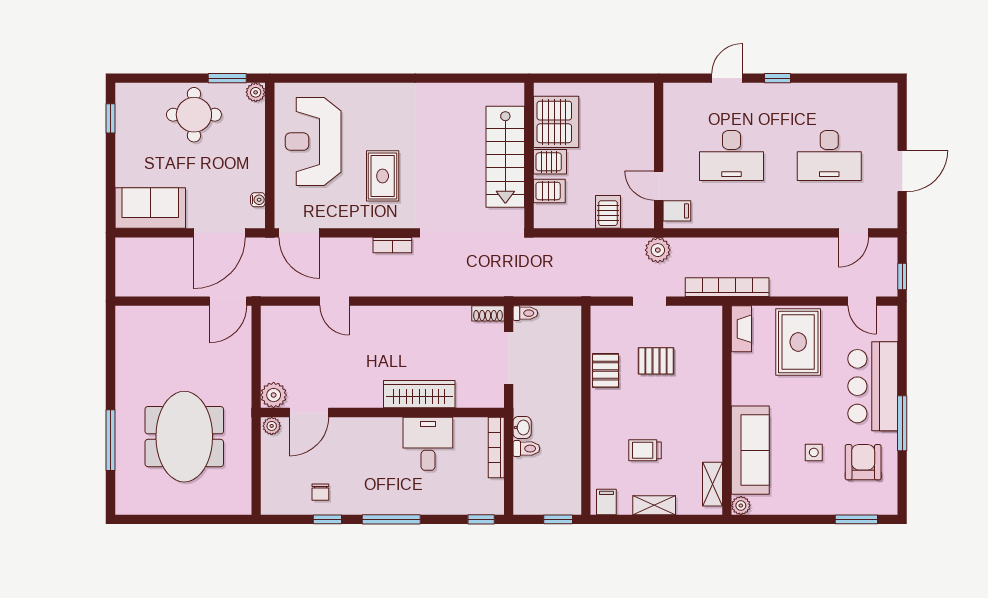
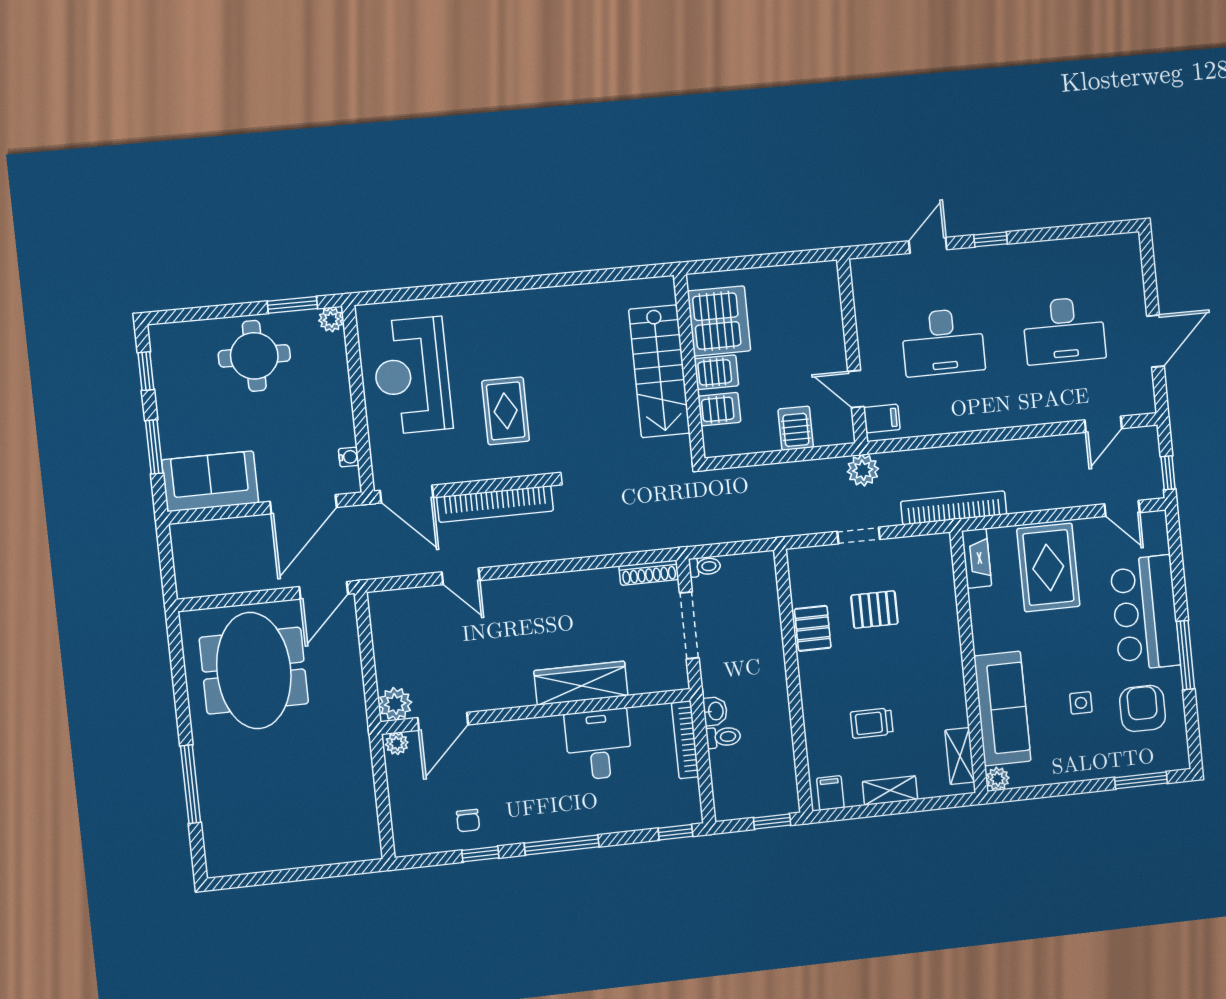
window: (111, 177) -> (154, 447), added
bookcase: (392, 245) -> (495, 504), width x2.31, depth x1.31
shoe rack: (488, 313) -> (649, 573), width x1.43
meeting table: (184, 437) -> (254, 671), moved

